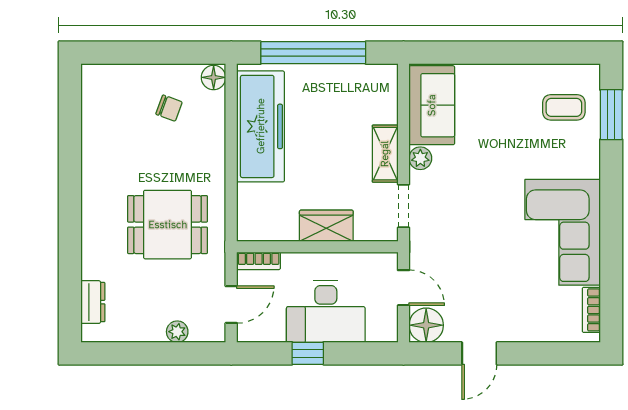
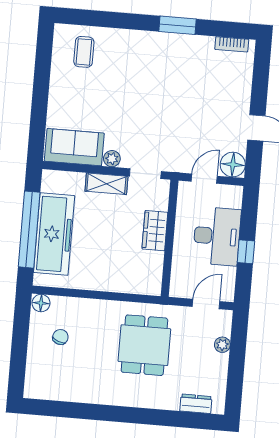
window: (611, 115) -> (178, 25), moved
freezer: (261, 126) -> (54, 234), moved, turned 90
corner sofa: (563, 232) -> (174, 60), removed
bookcase: (259, 261) -> (176, 282), removed
door: (231, 305) -> (206, 304), hinge flipped

